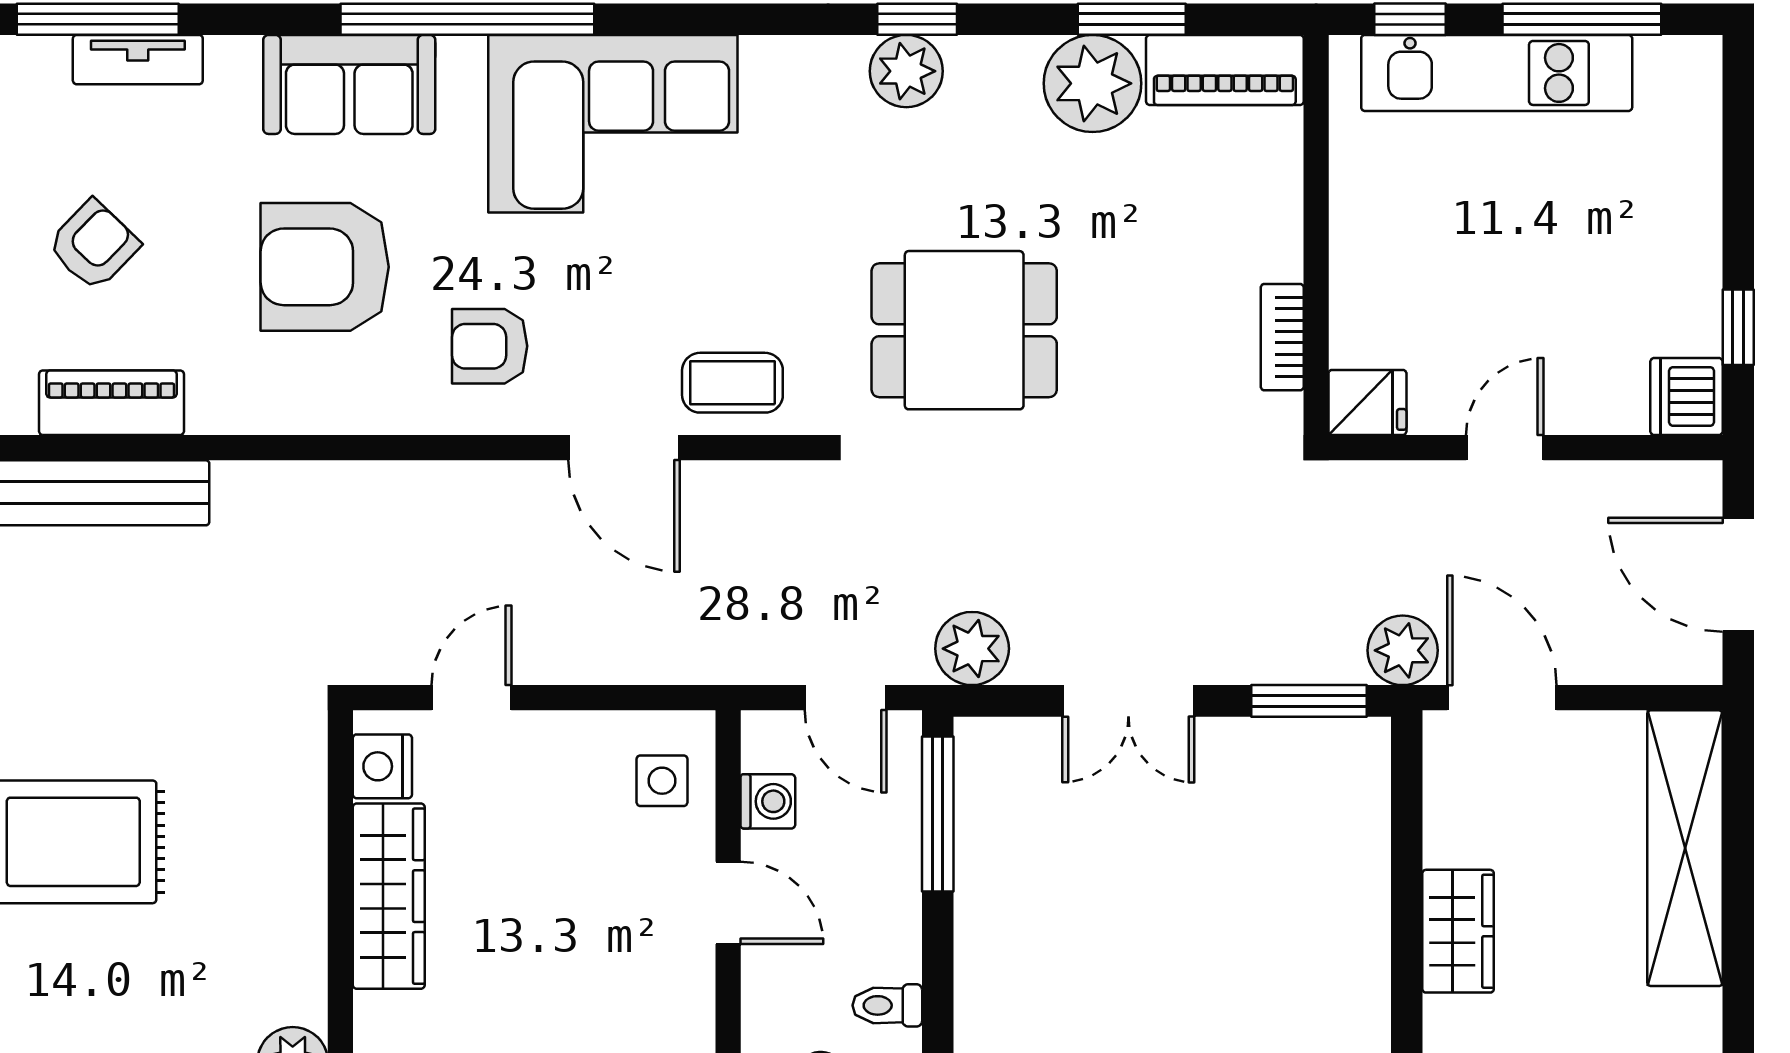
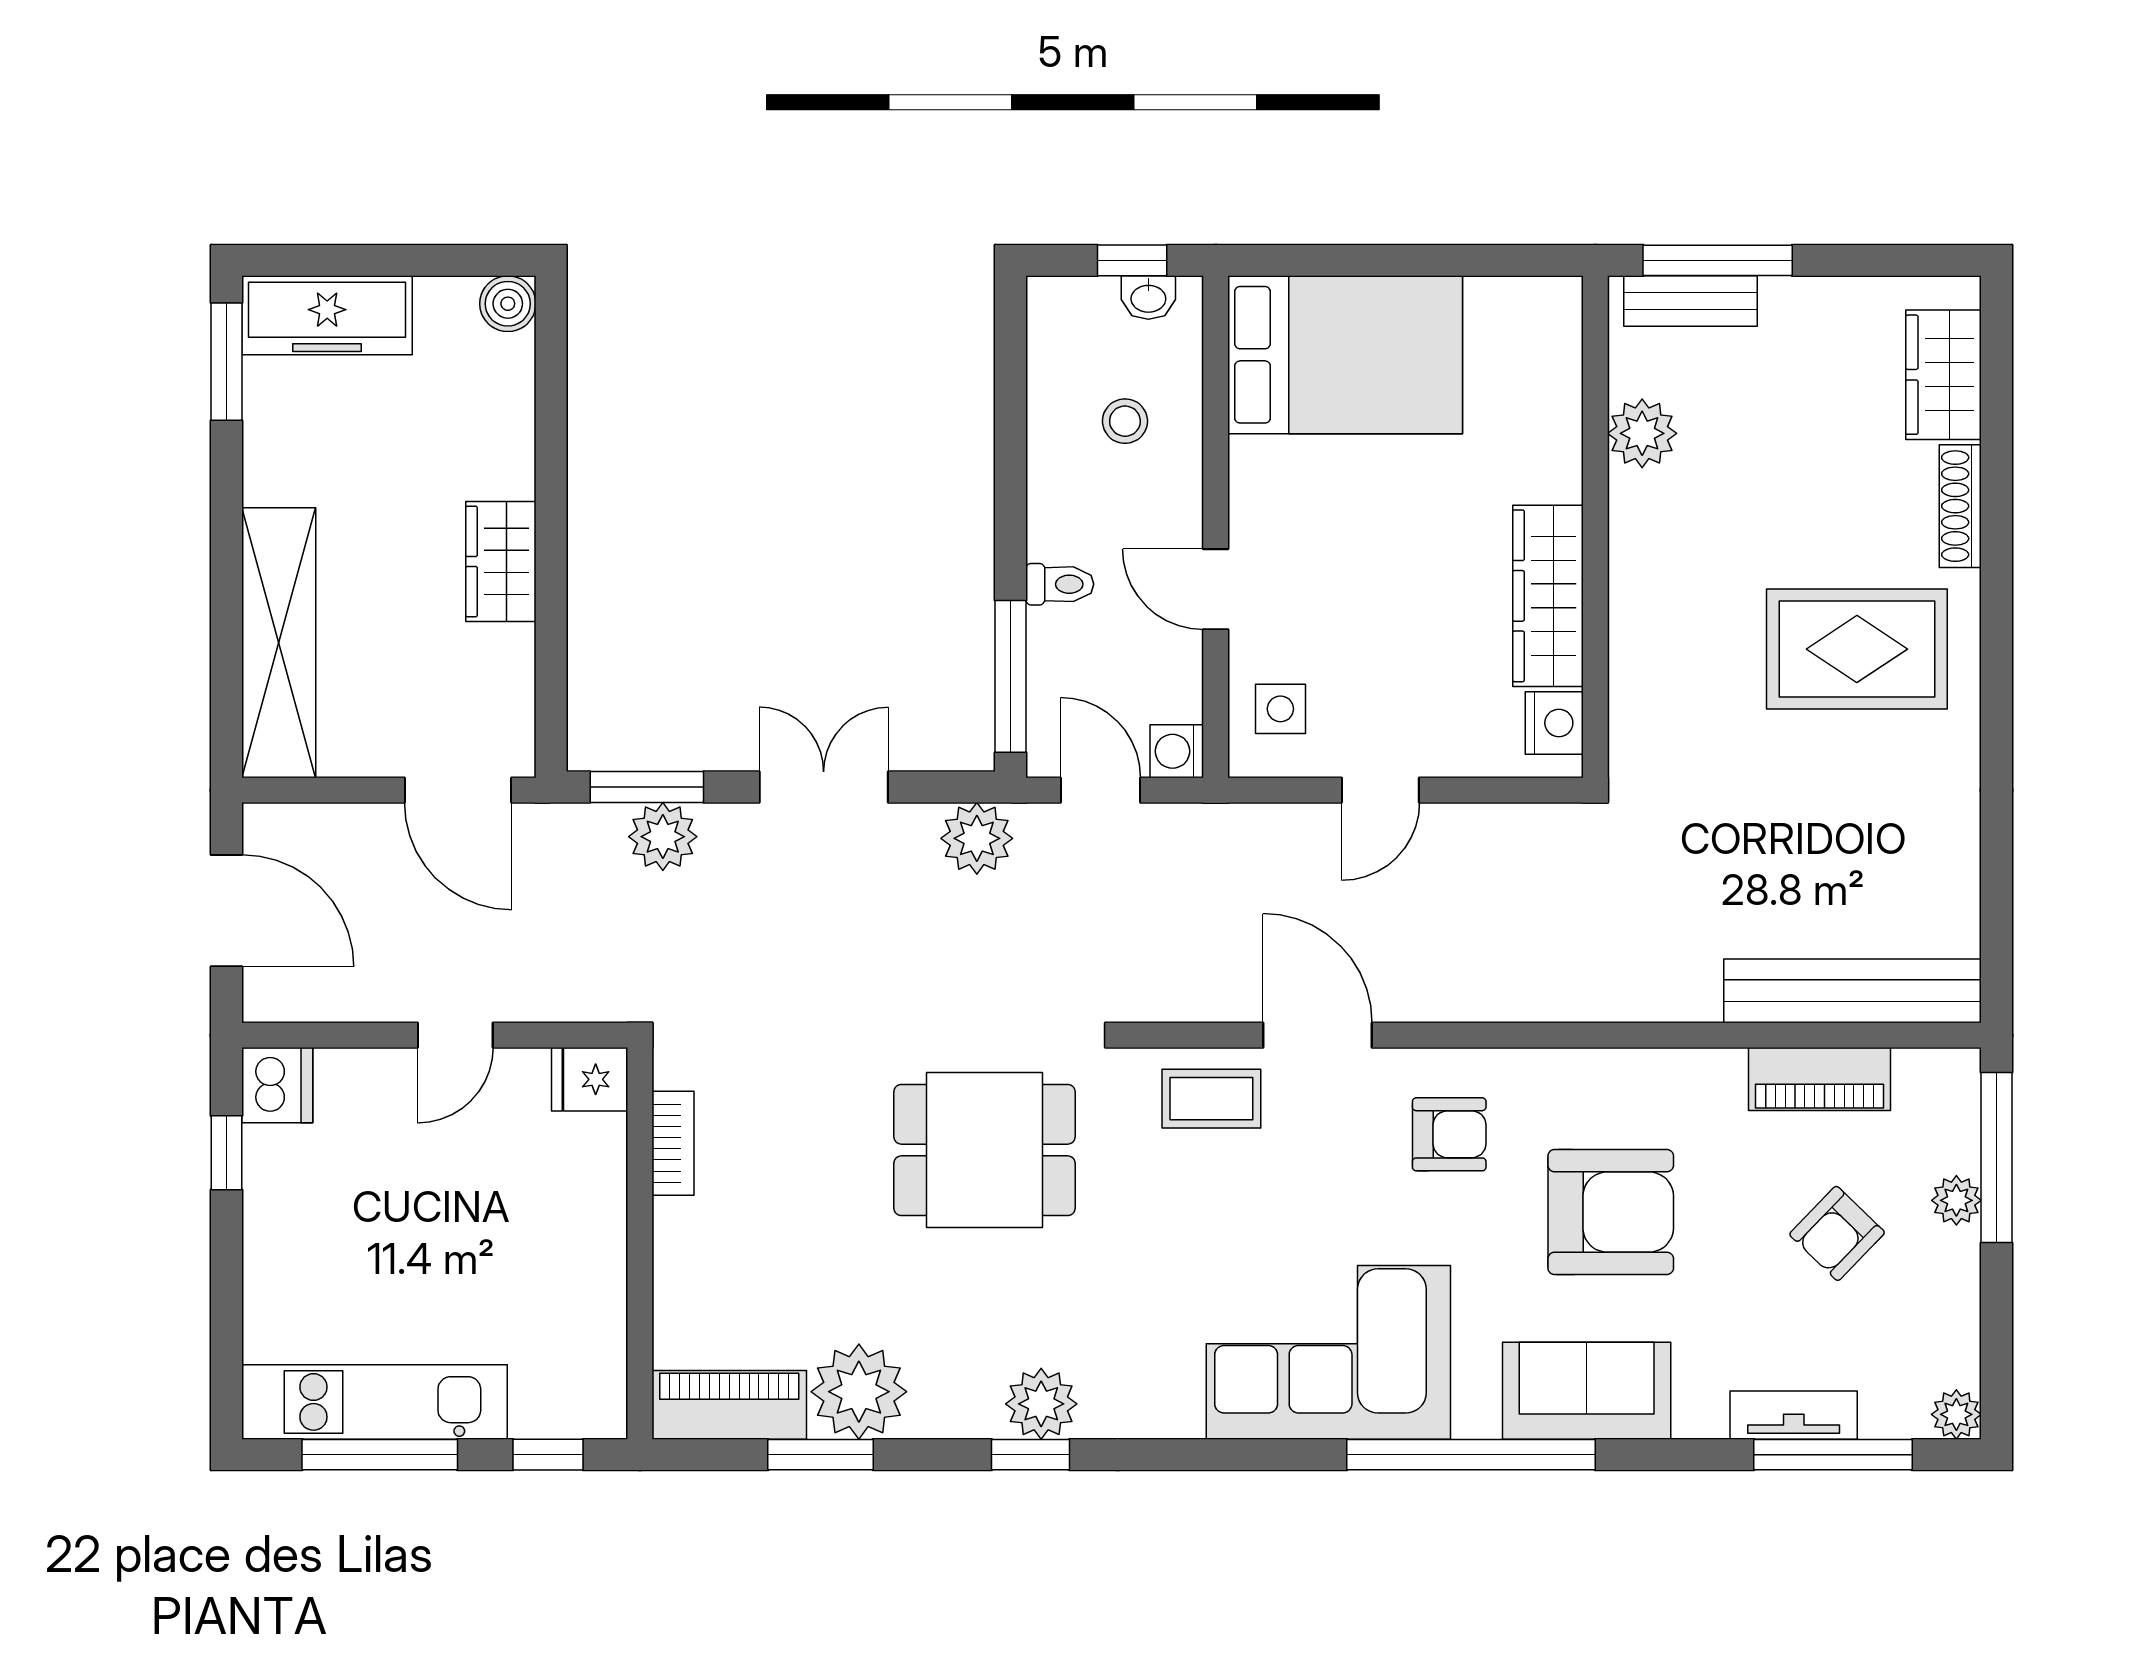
kitchen unit: (1497, 73) -> (374, 1402), moved
plant: (1403, 650) -> (663, 837), moved
door: (471, 698) -> (1380, 790), moved
washing machine: (768, 801) -> (1177, 751), moved
toilet: (887, 1005) -> (1060, 584), moved

